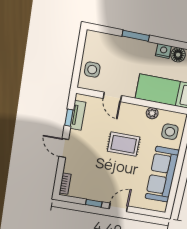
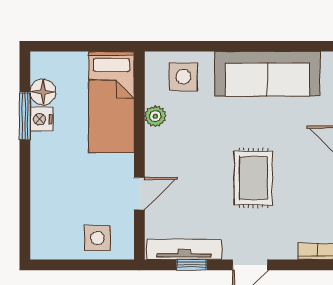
window: (136, 36) -> (25, 116), moved
tv unit: (78, 115) -> (184, 249), width x1.41
rug: (124, 144) -> (253, 178), moved

